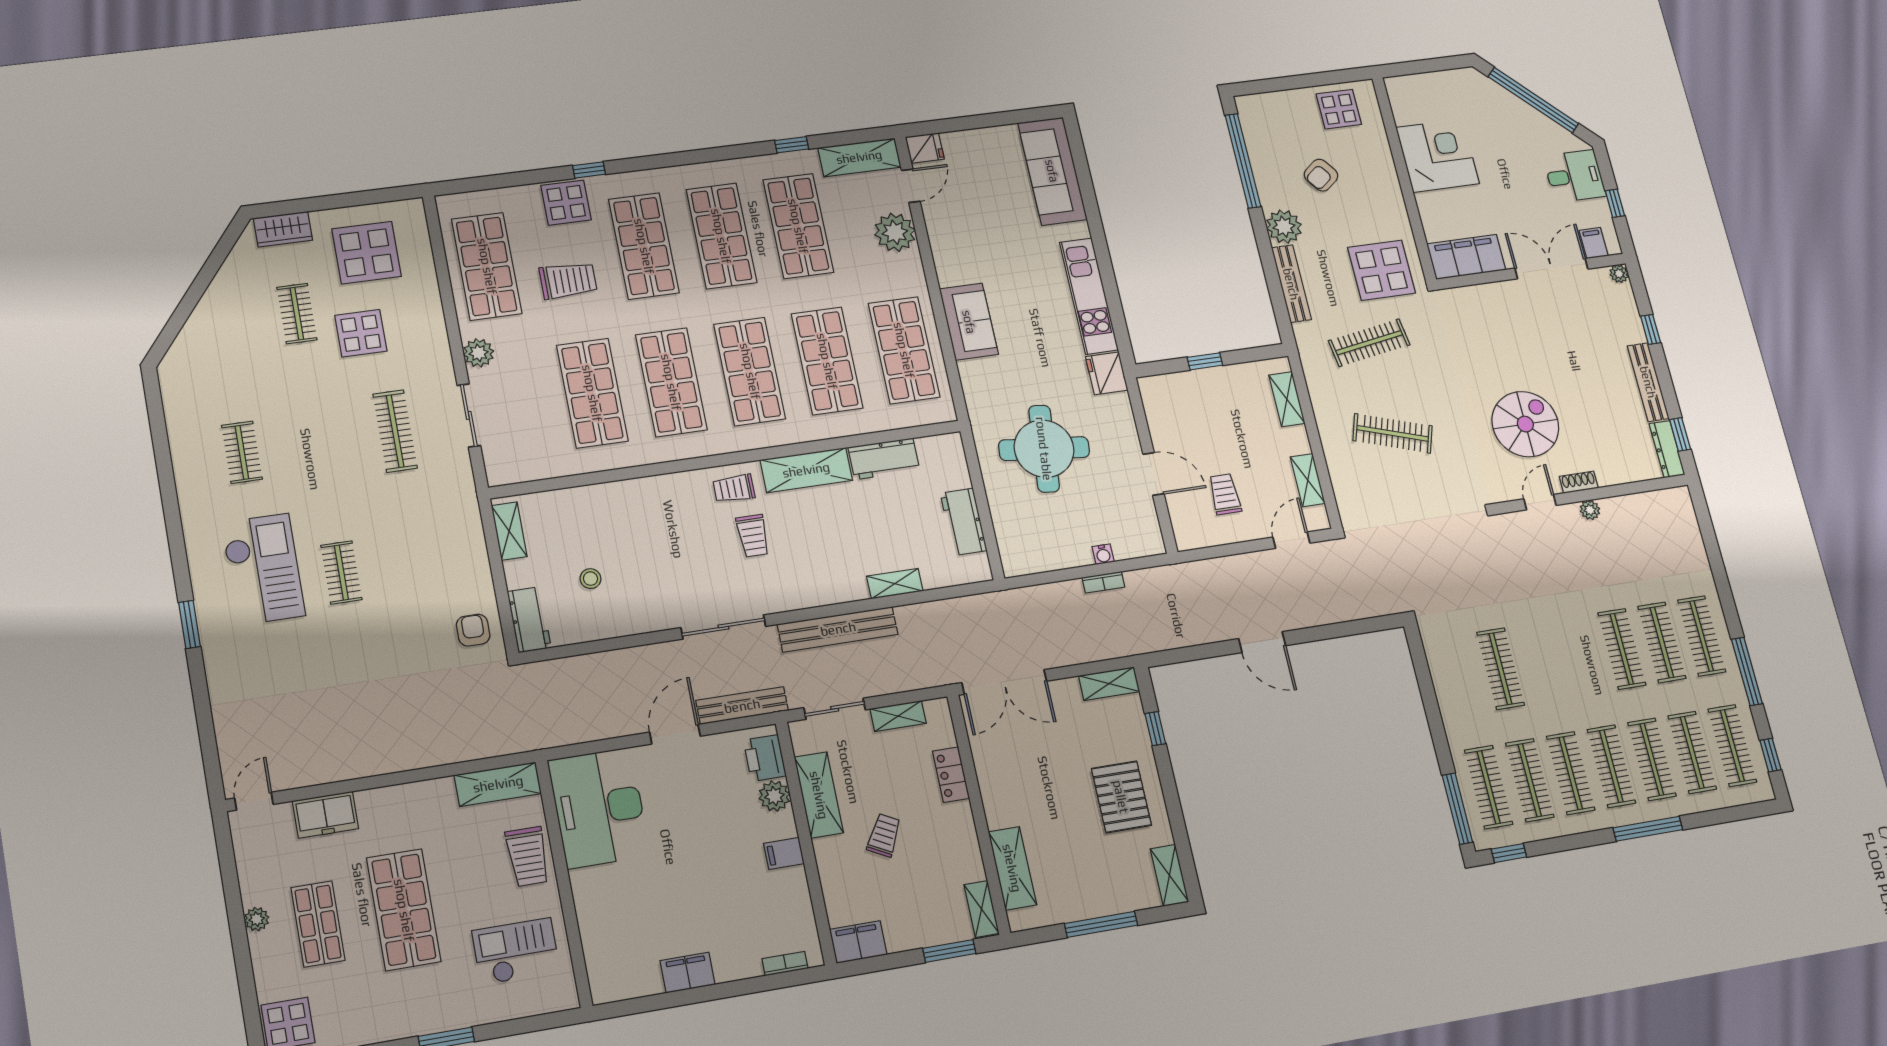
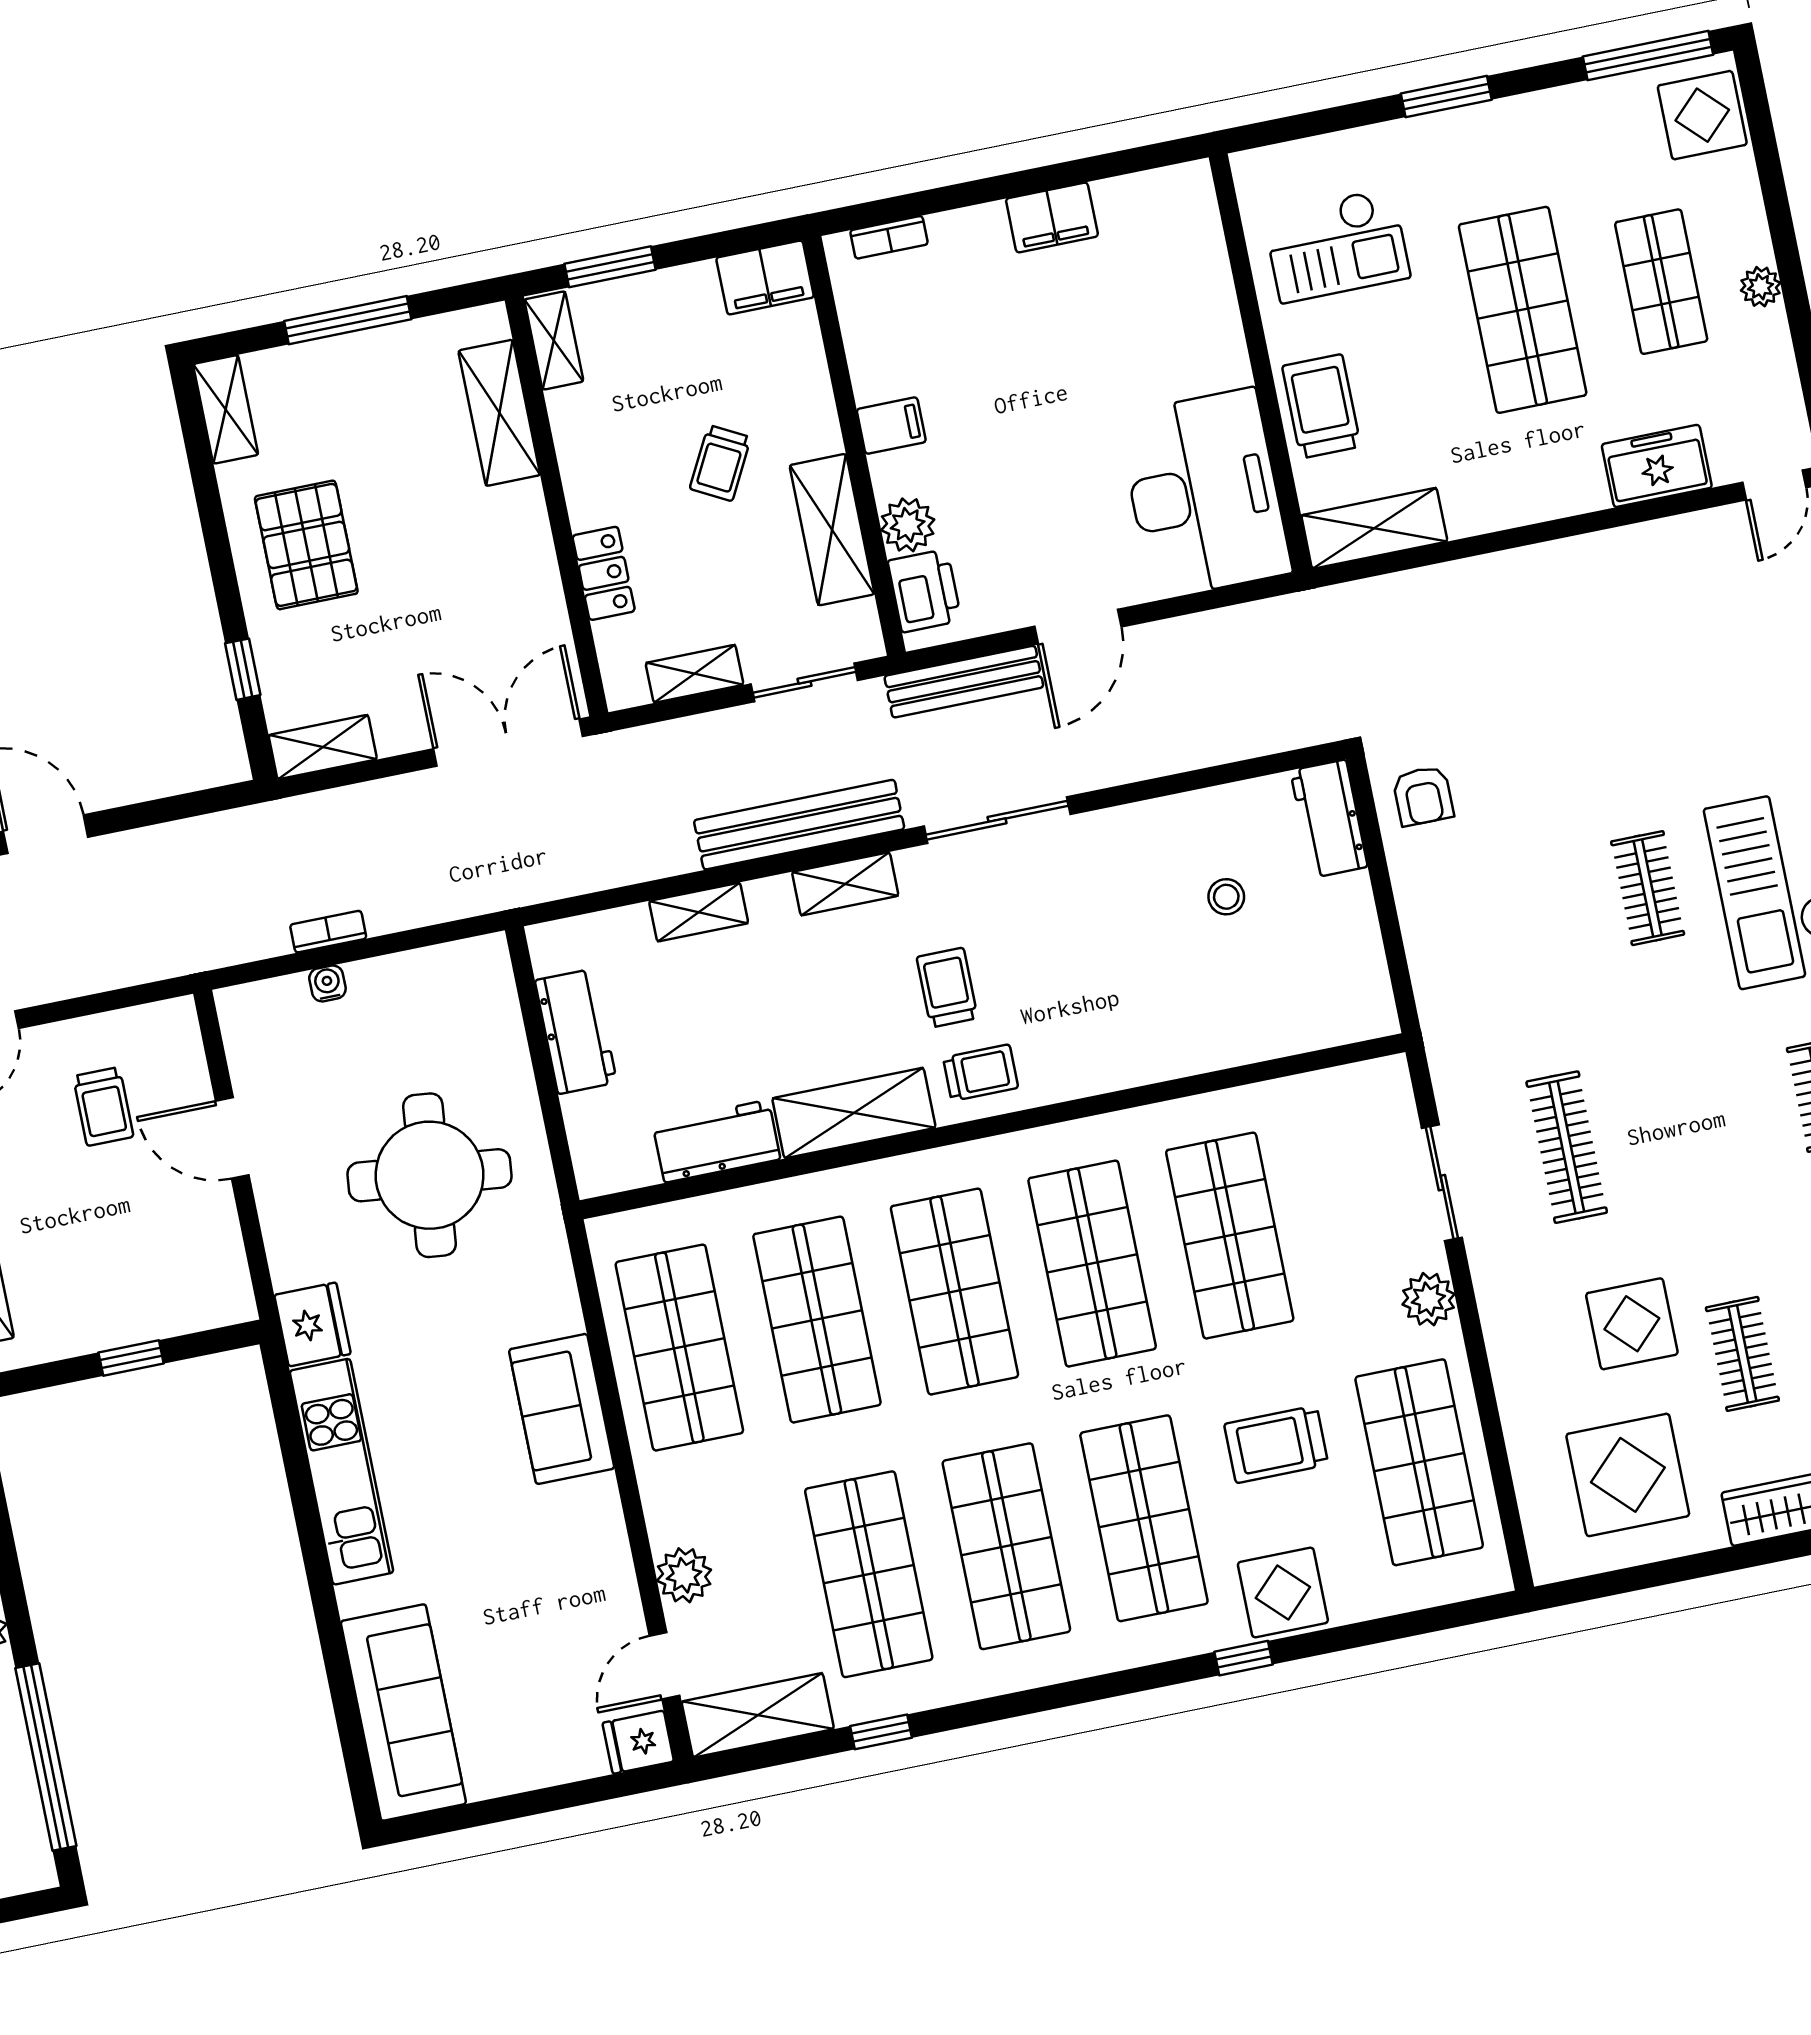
plant: (895, 232) -> (684, 1575), width x0.73, depth x0.73
shelving: (509, 531) -> (845, 884), moved, turned 90

